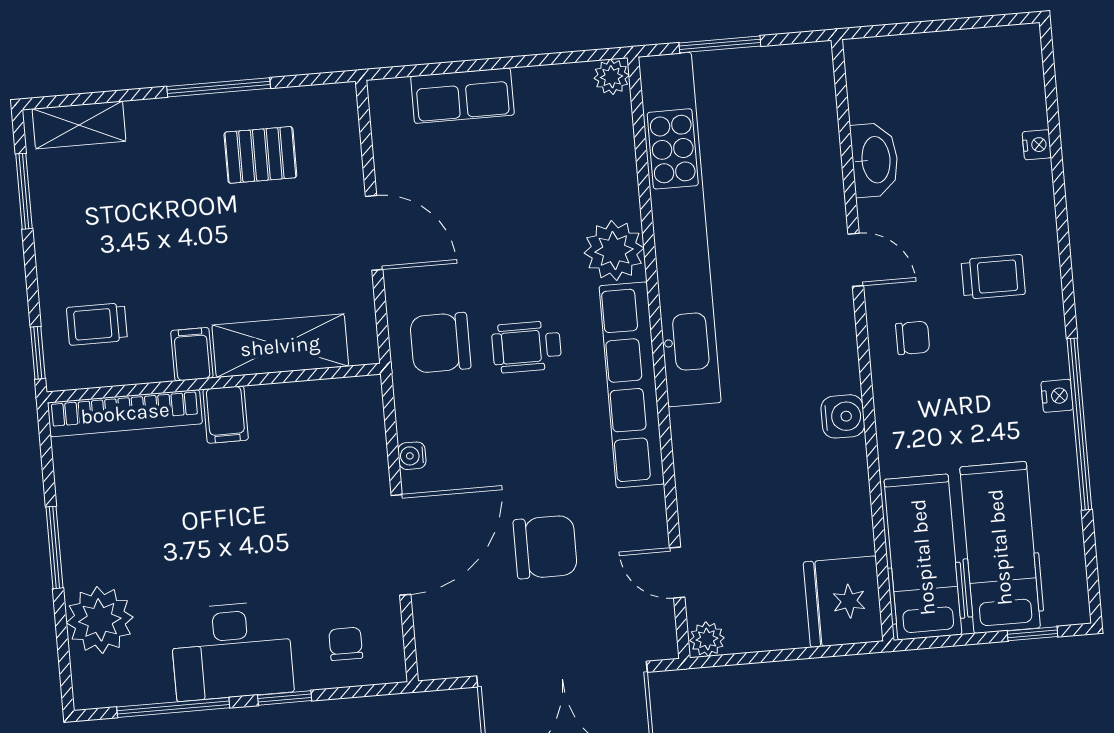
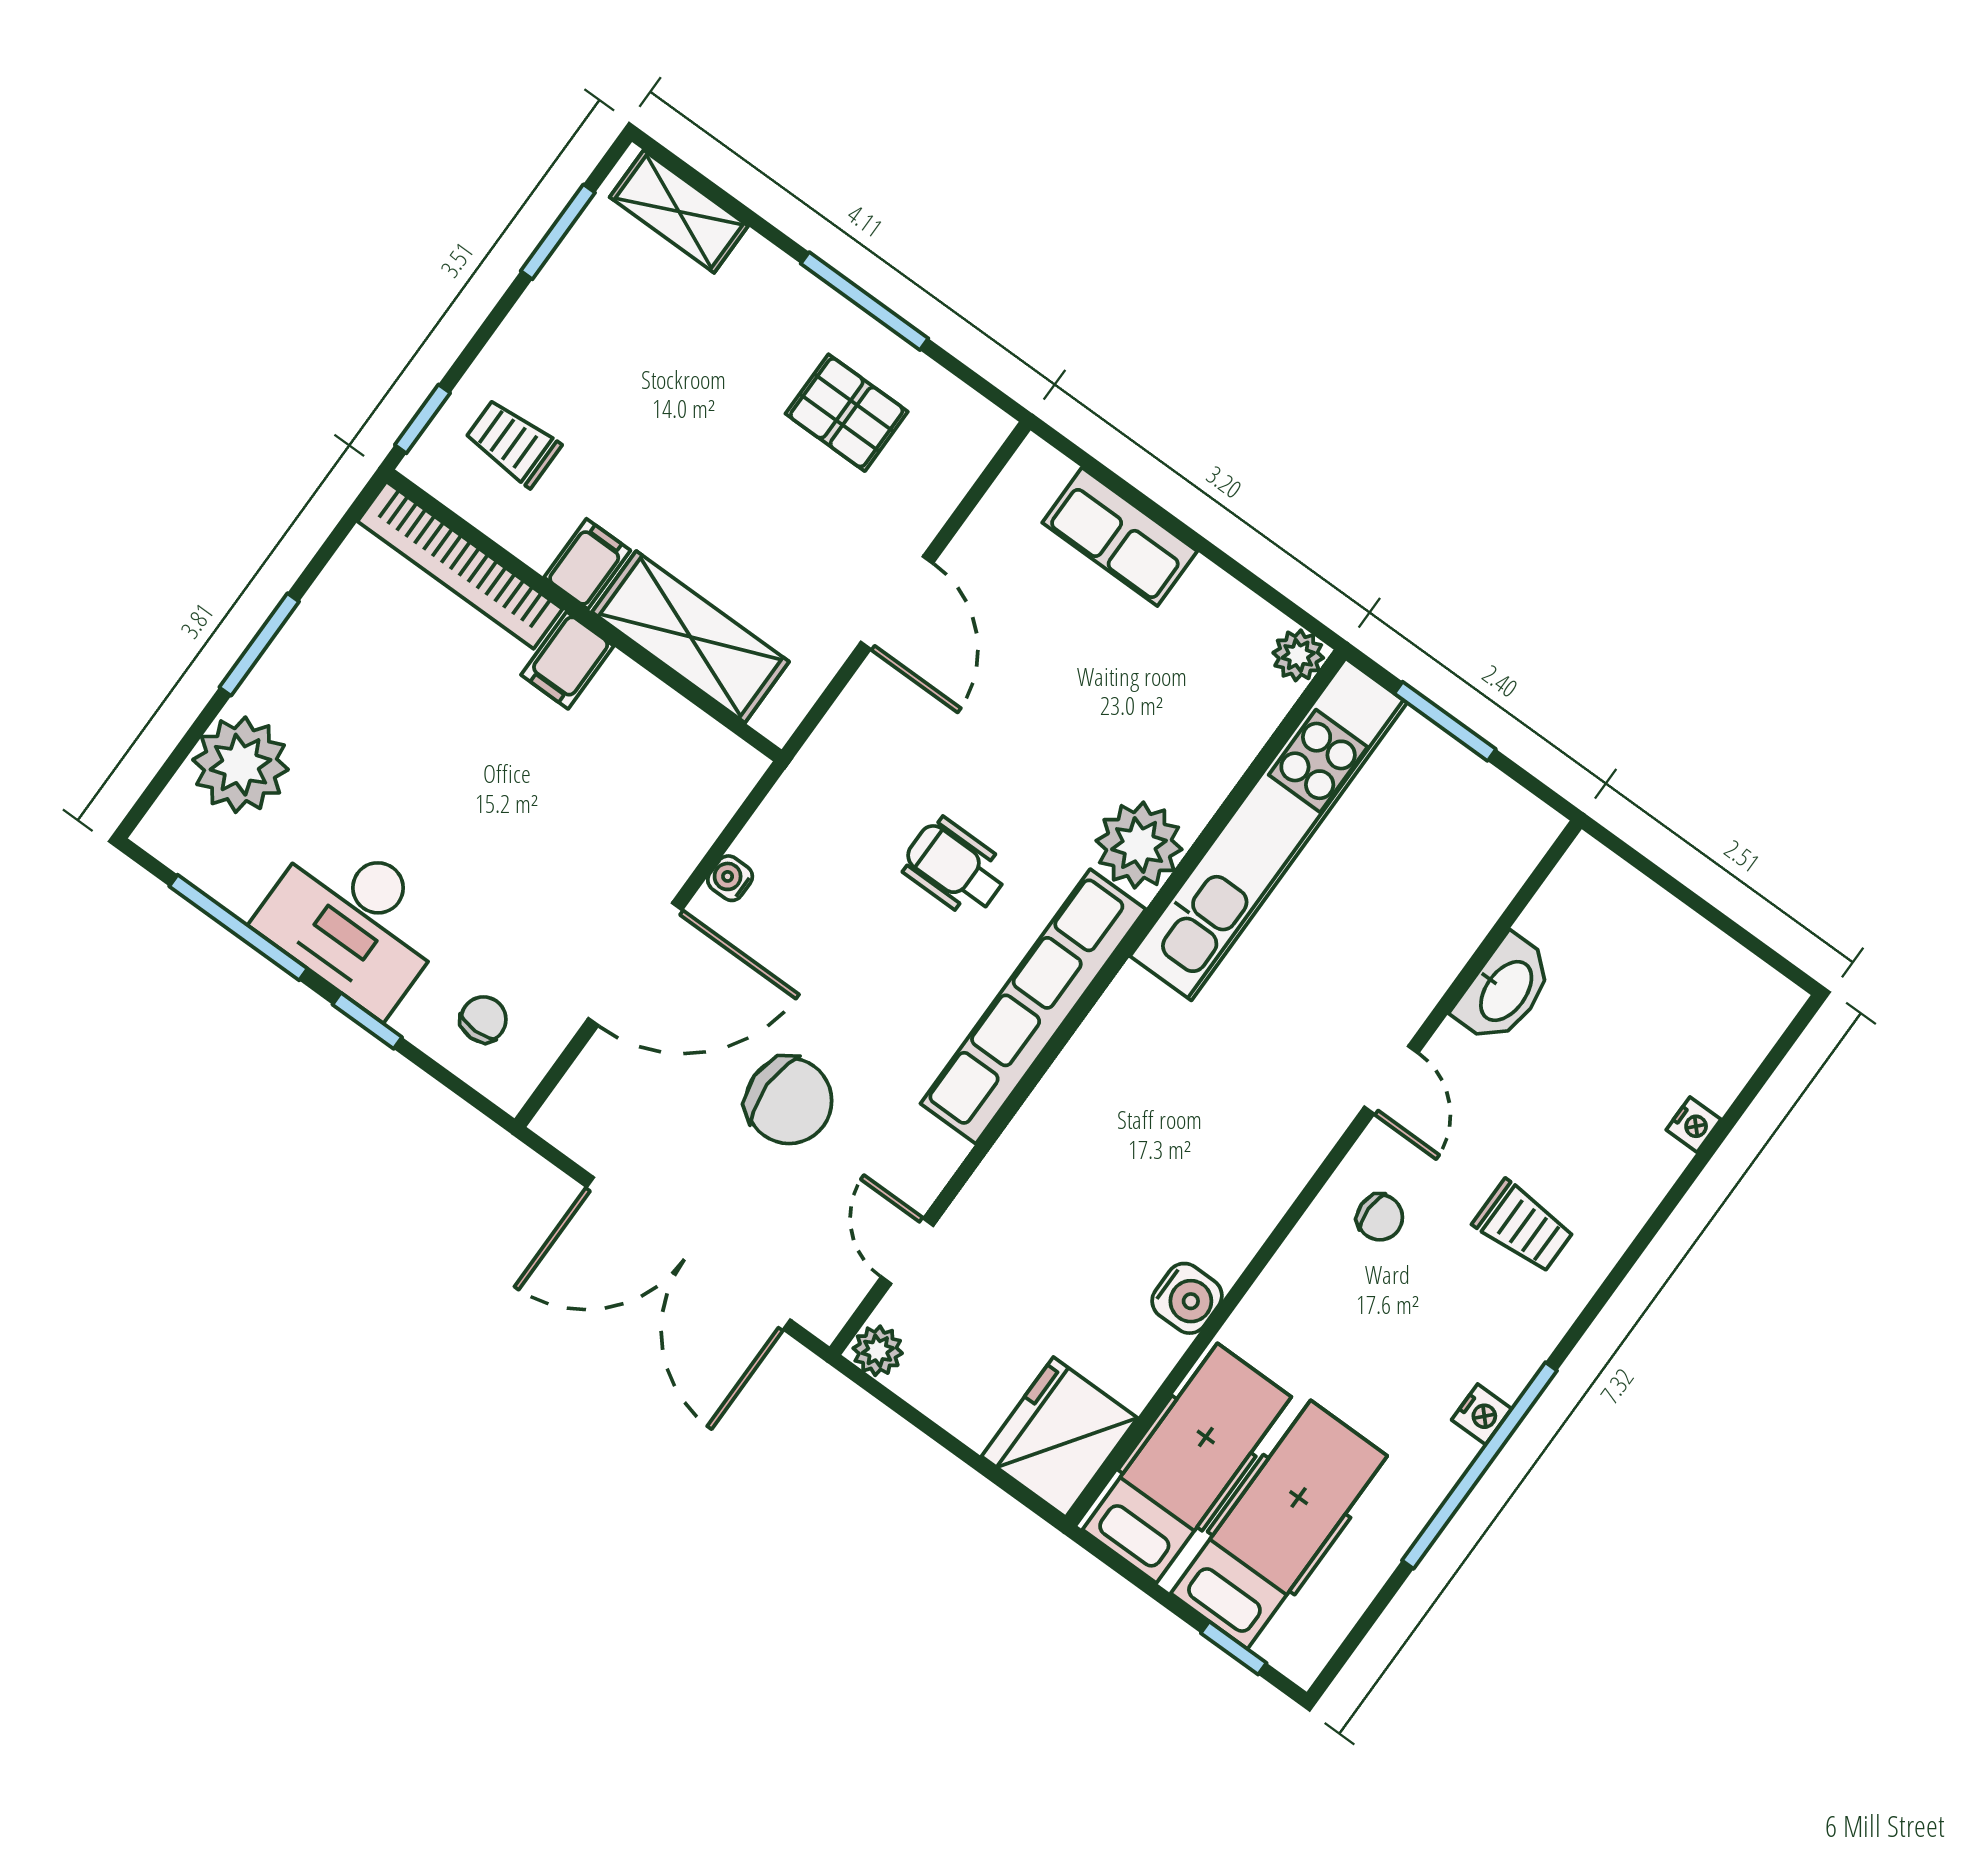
kitchen unit: (680, 230) -> (1268, 829), width x0.73
chair: (440, 343) -> (866, 783), removed
water cooler: (843, 416) -> (1187, 1298), moved

